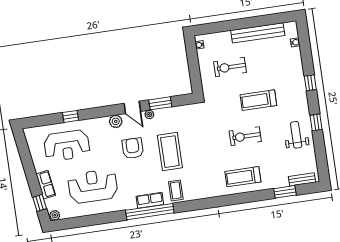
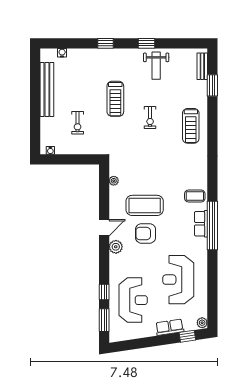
exercise bike: (230, 67) -> (78, 123), width x0.73, depth x0.72
window: (160, 103) -> (104, 320), moved
plant: (149, 114) -> (114, 181), moved
weight bench: (296, 135) -> (156, 66), turned -90
exercise bike: (245, 136) -> (150, 117), width x0.73, depth x0.72
coffee table: (170, 152) -> (145, 205), moved

